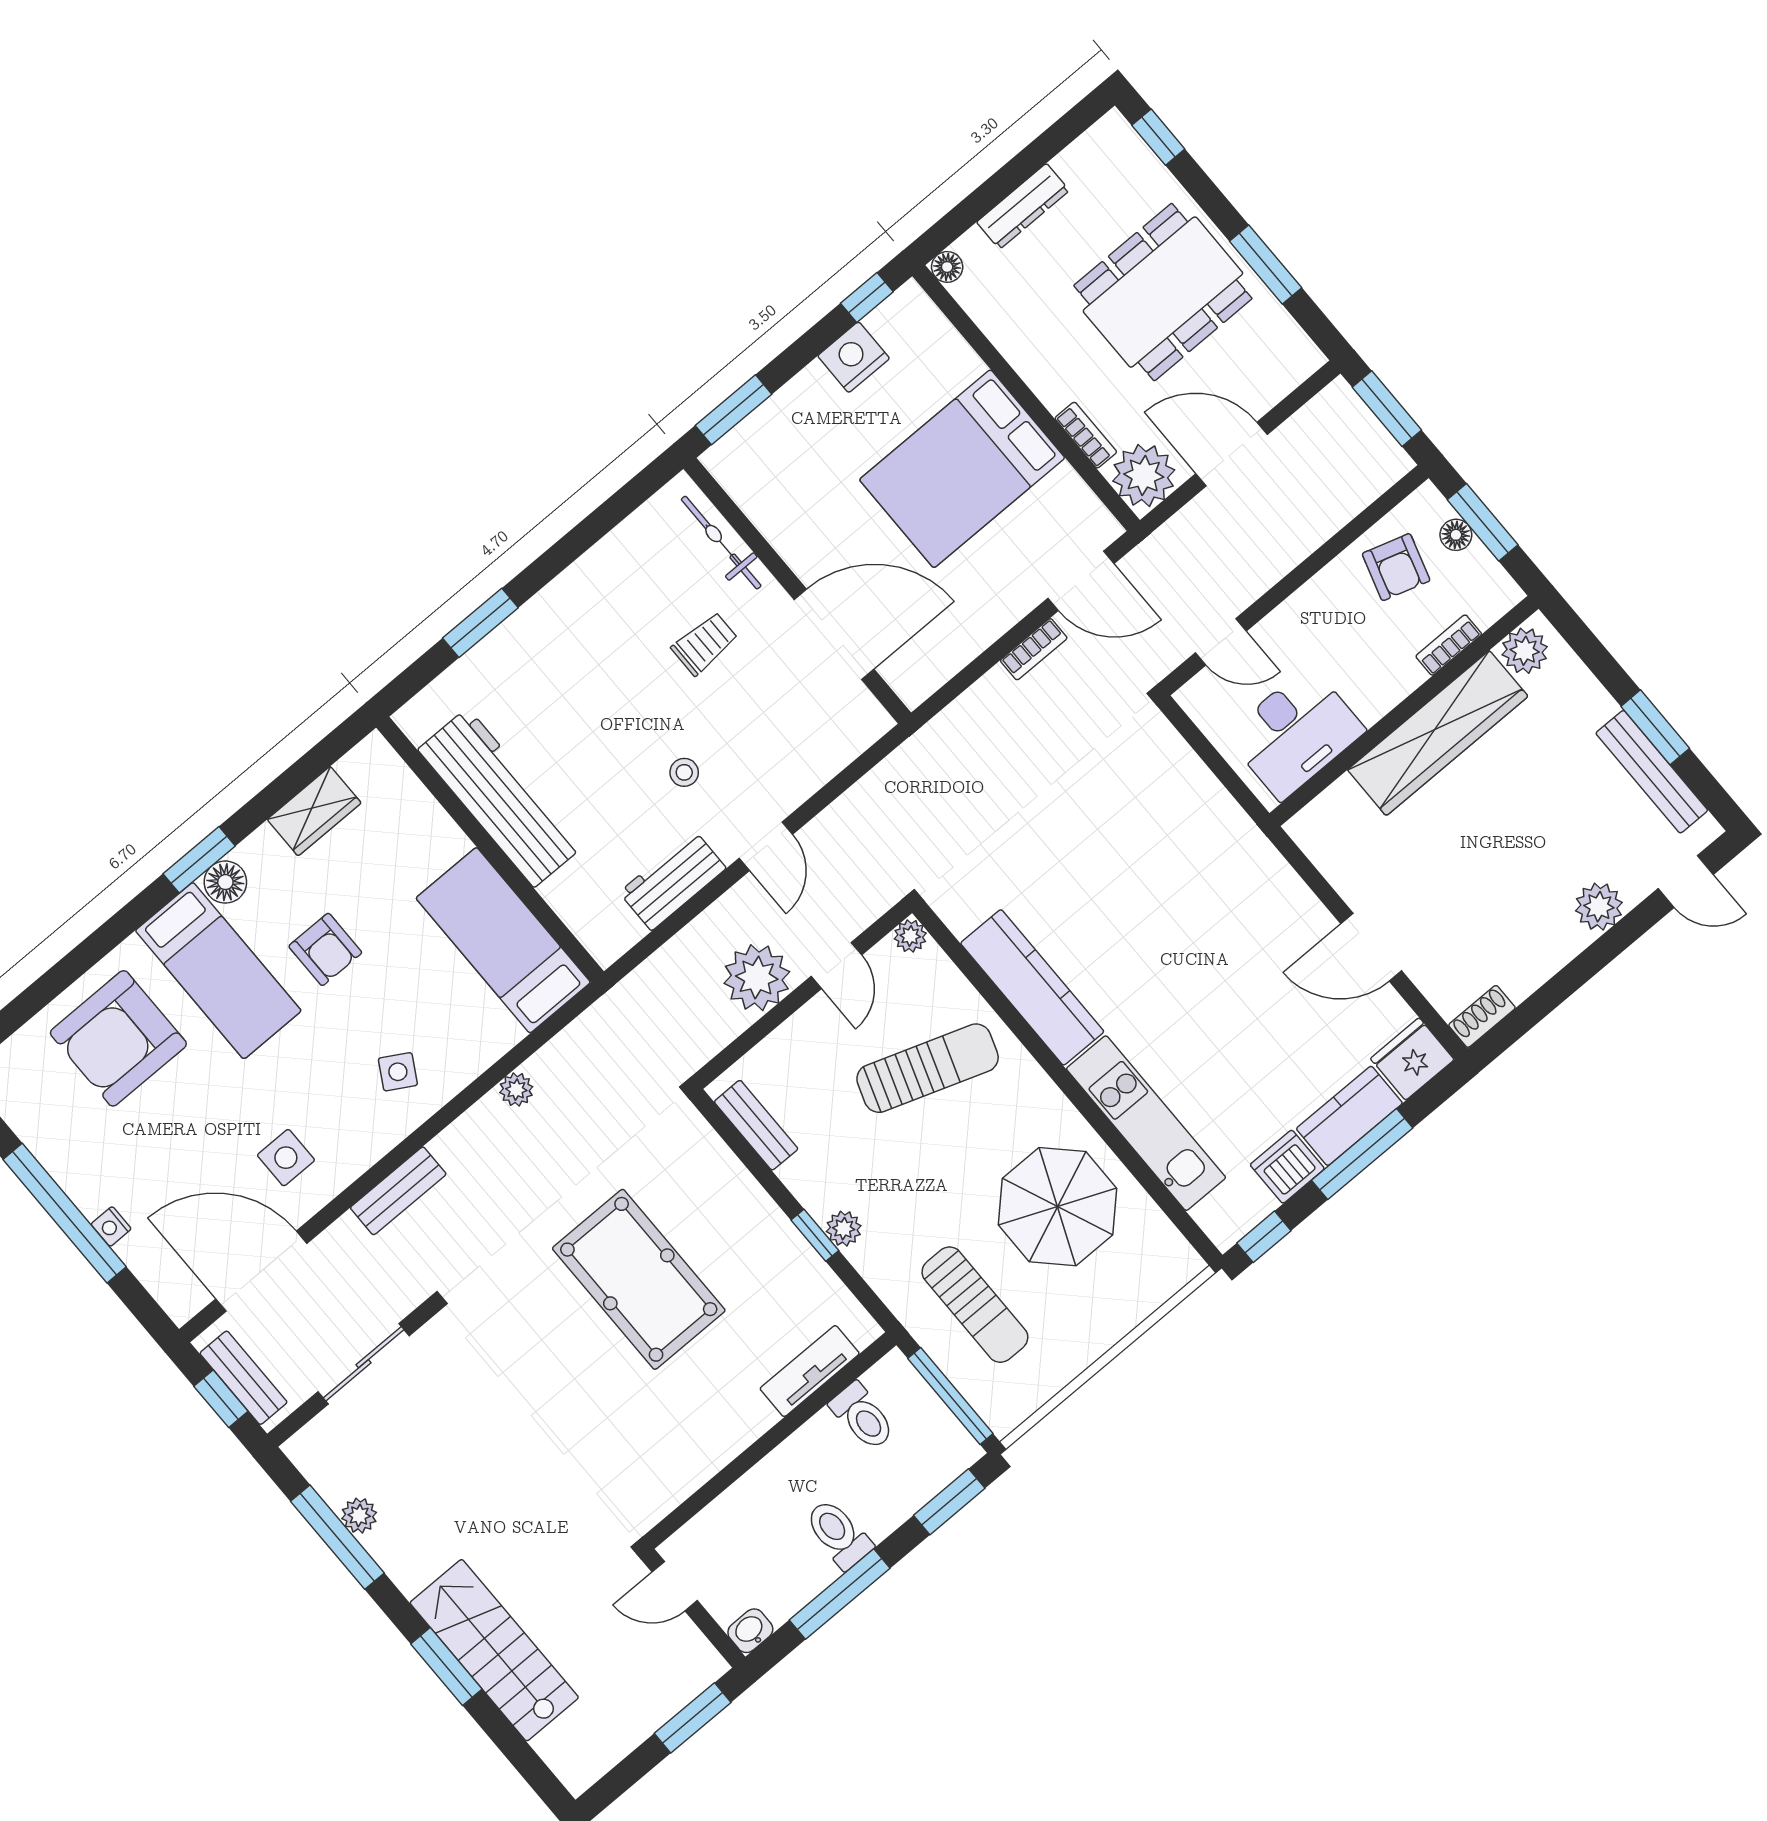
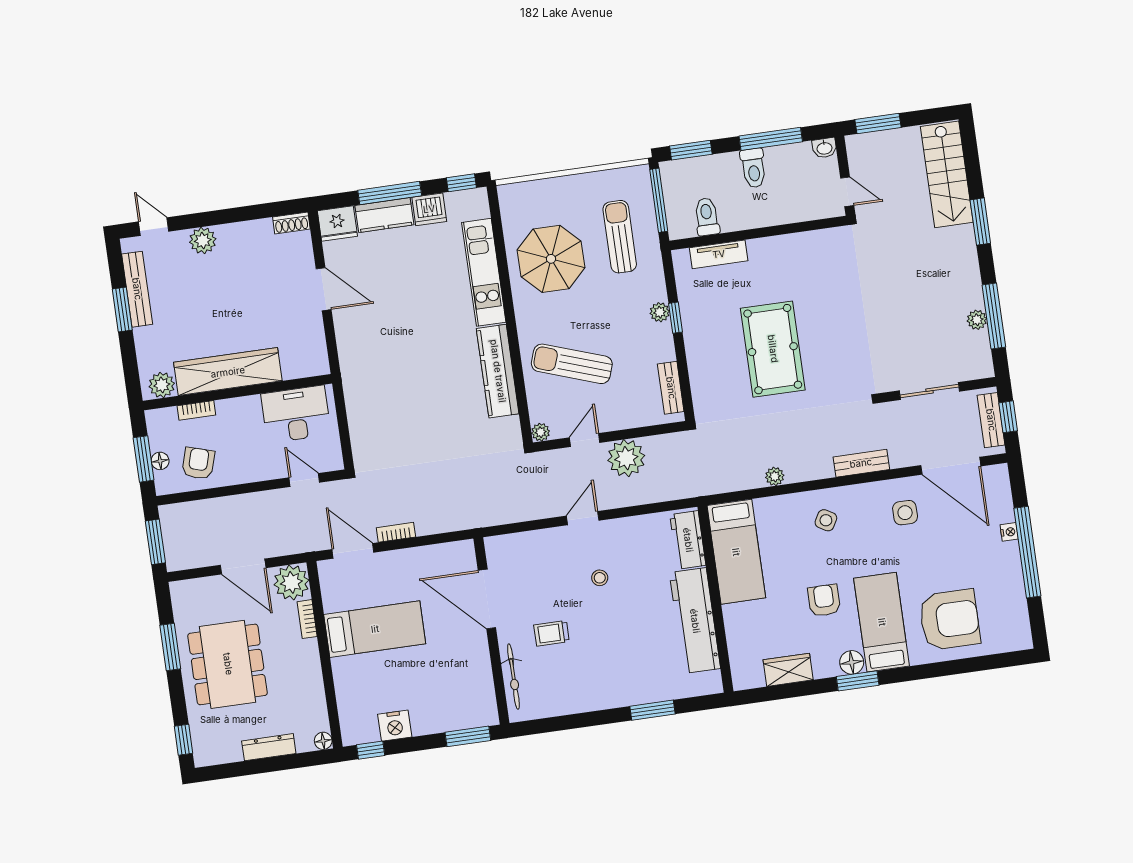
dining table: (1163, 292) -> (228, 664), turned 90
bed: (962, 469) -> (375, 629), width x0.67
workbench: (673, 880) -> (688, 540), moved, turned 90
stairs: (494, 1650) -> (947, 174), moved

